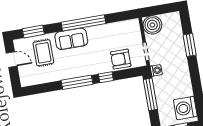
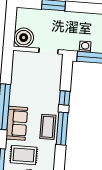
armchair: (121, 59) -> (50, 78), removed
coffee table: (75, 69) -> (48, 127), added
washing machine: (156, 70) -> (85, 47), moved

